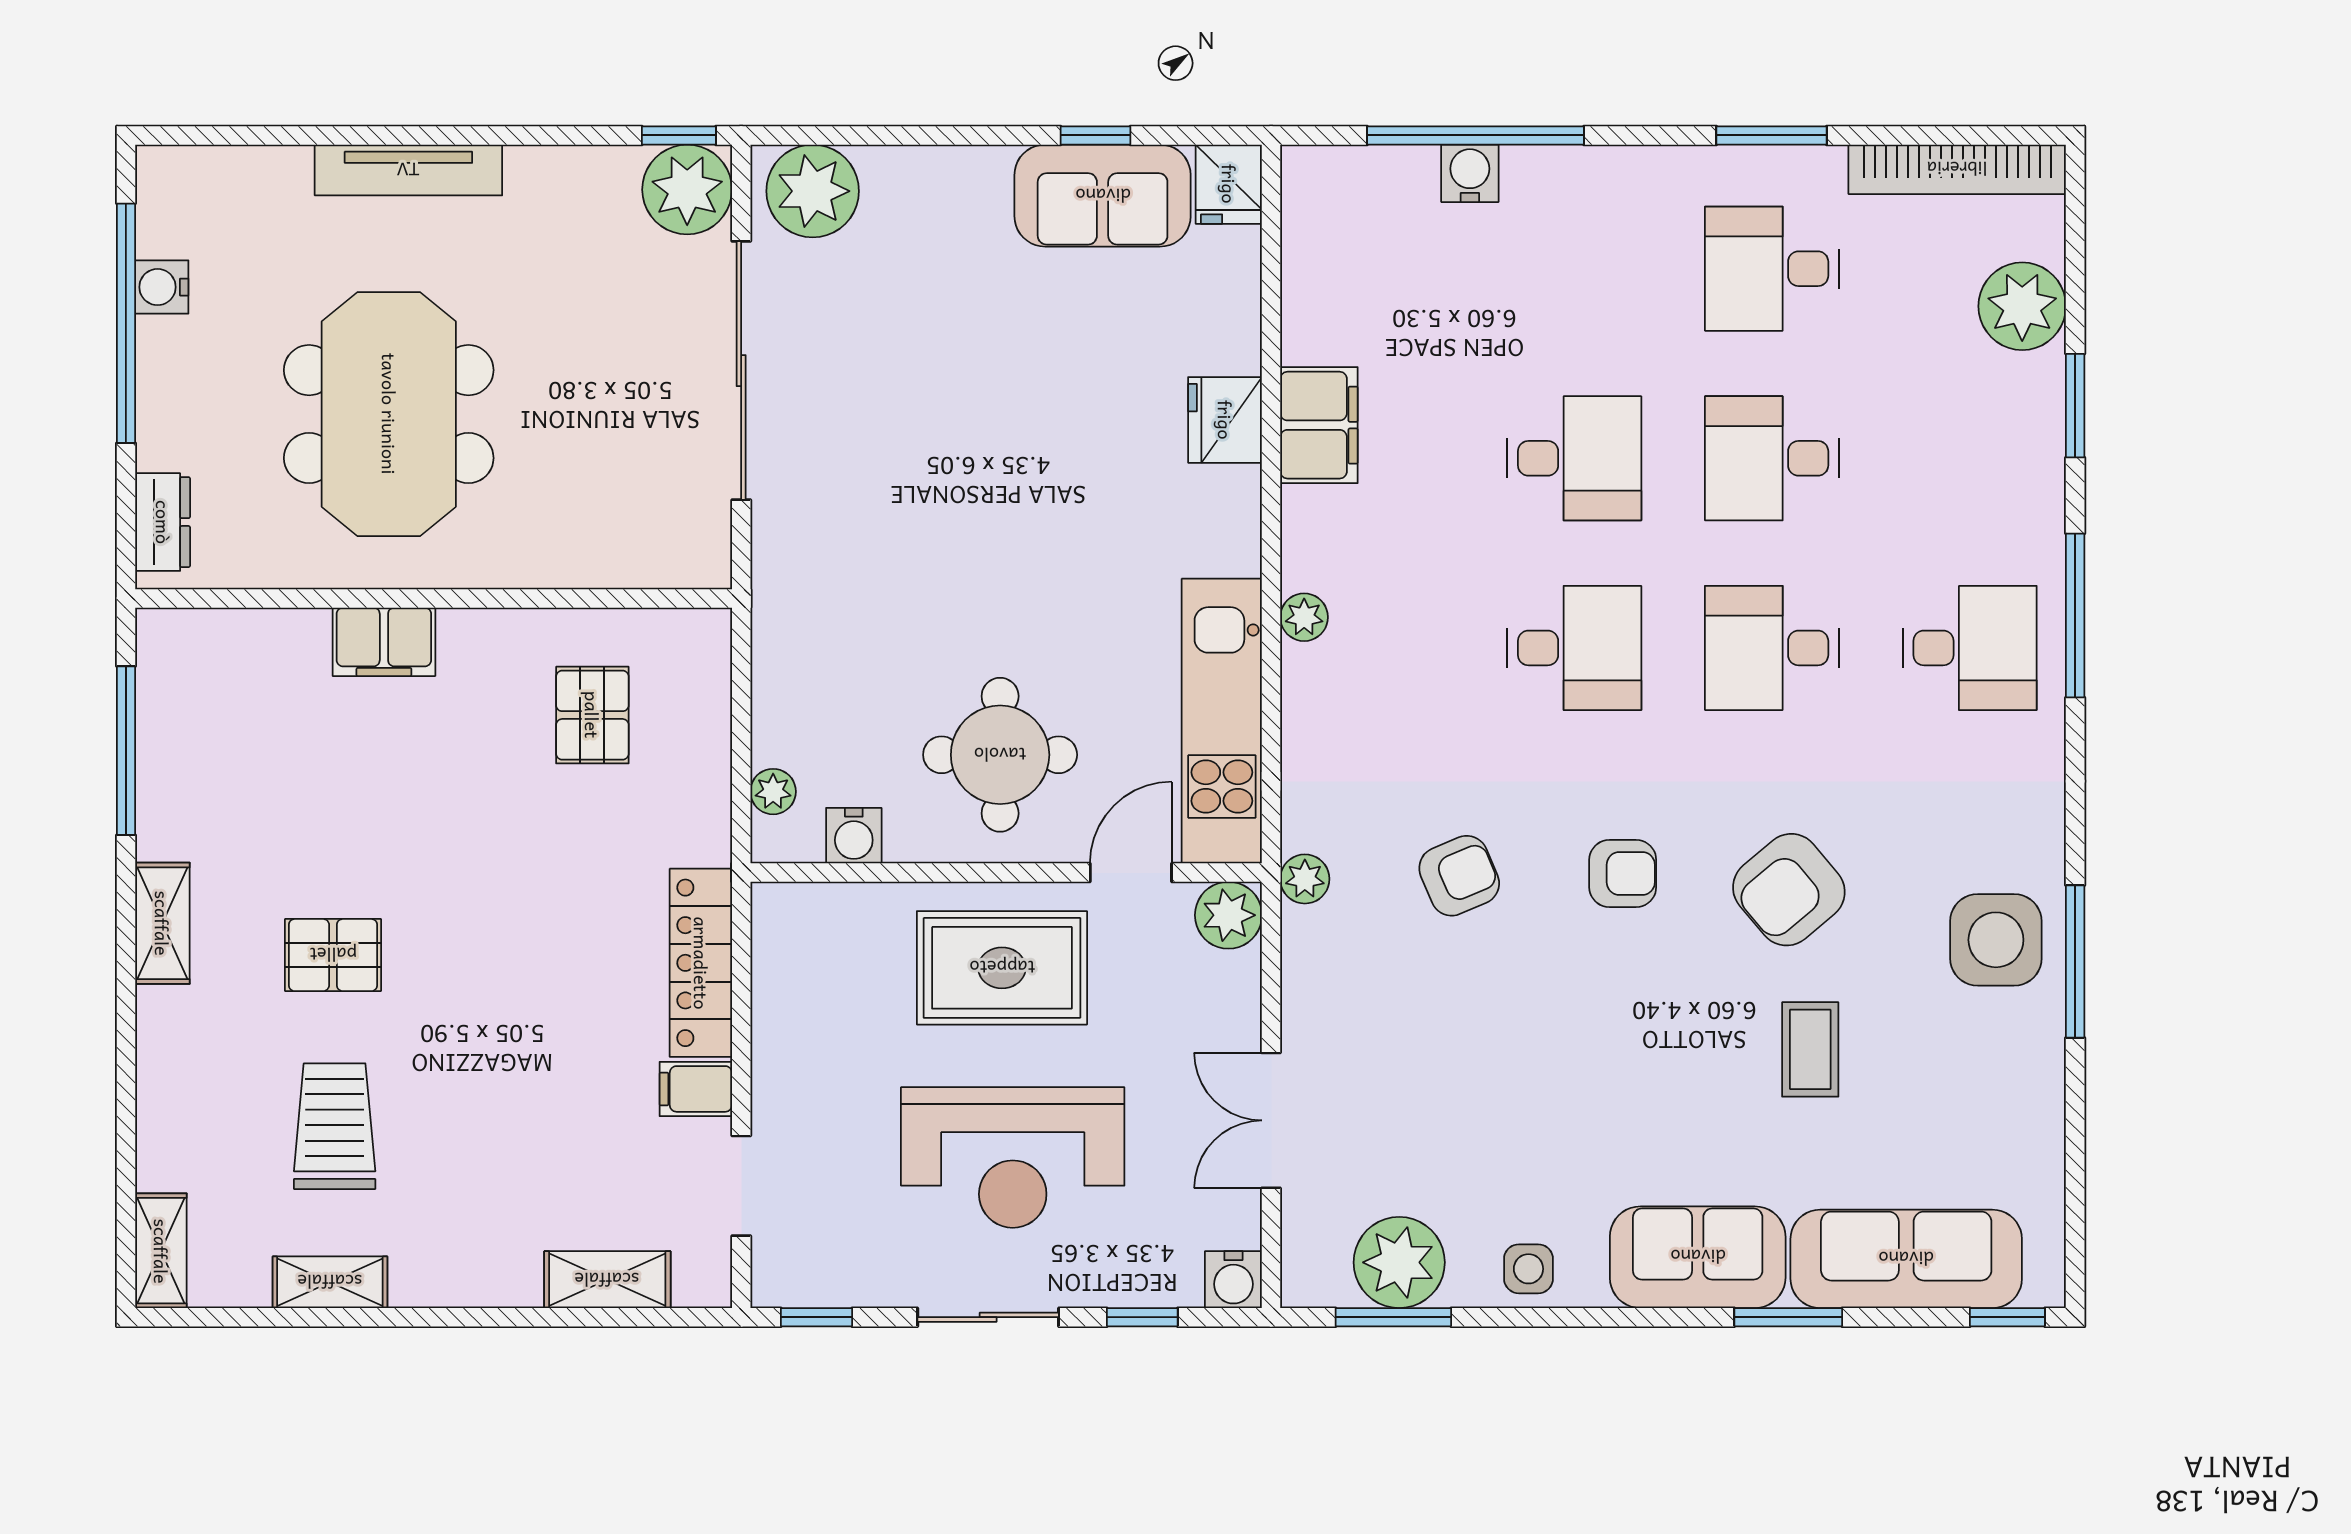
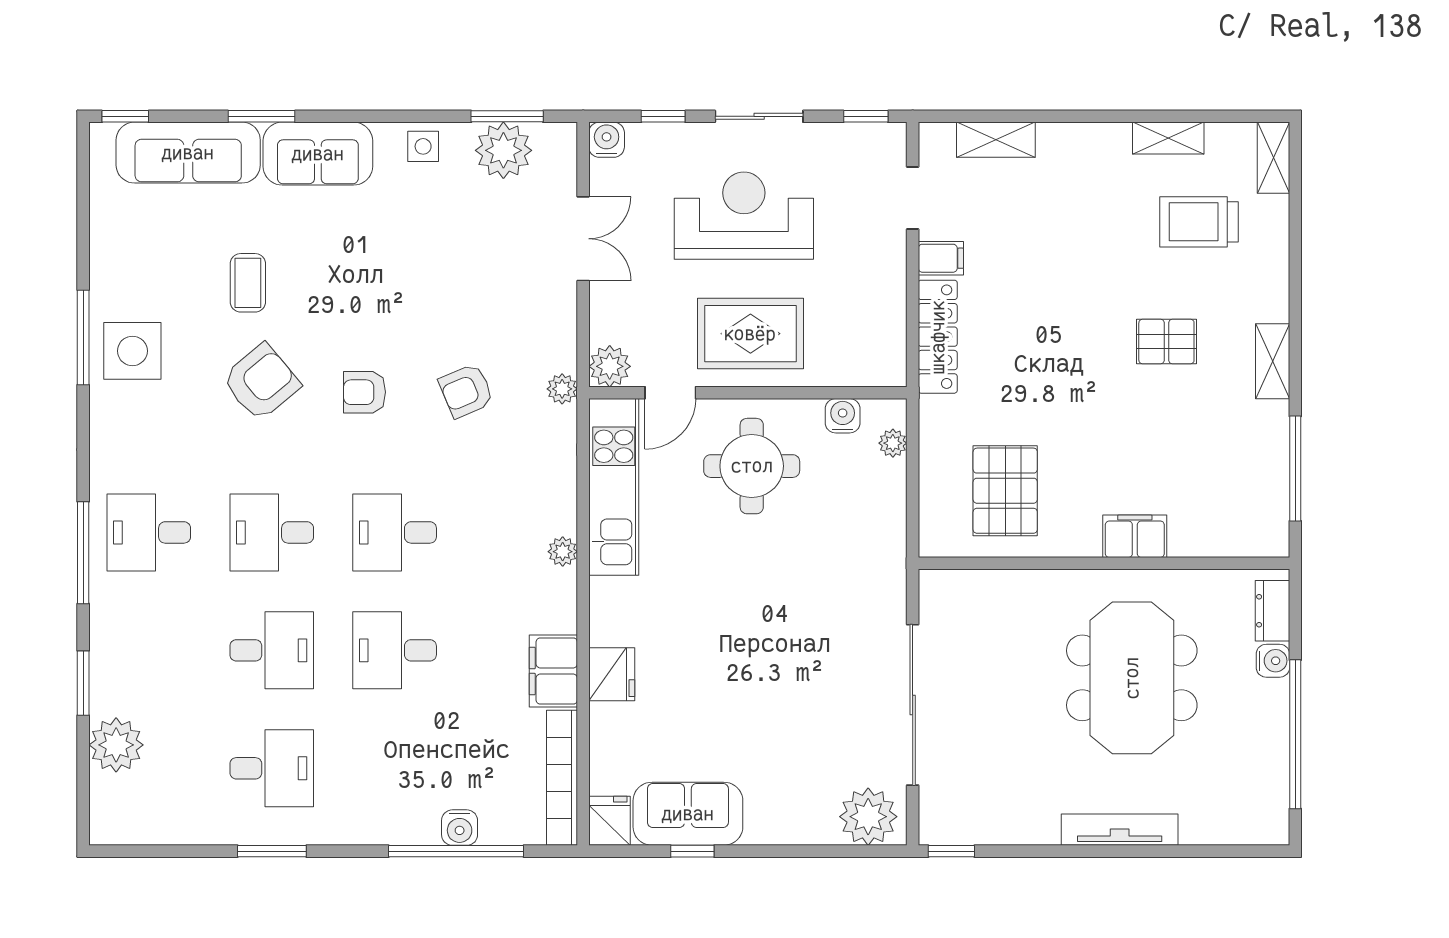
bookcase: (1957, 169) -> (562, 778), moved, turned -90
plant: (687, 190) -> (946, 818), removed
water cooler: (162, 287) -> (1273, 661), moved
desk: (1772, 648) -> (272, 532), turned 180
pallet: (592, 715) -> (1005, 491), width x1.50, depth x1.42
trolley: (335, 1126) -> (1199, 222), moved, turned 90

